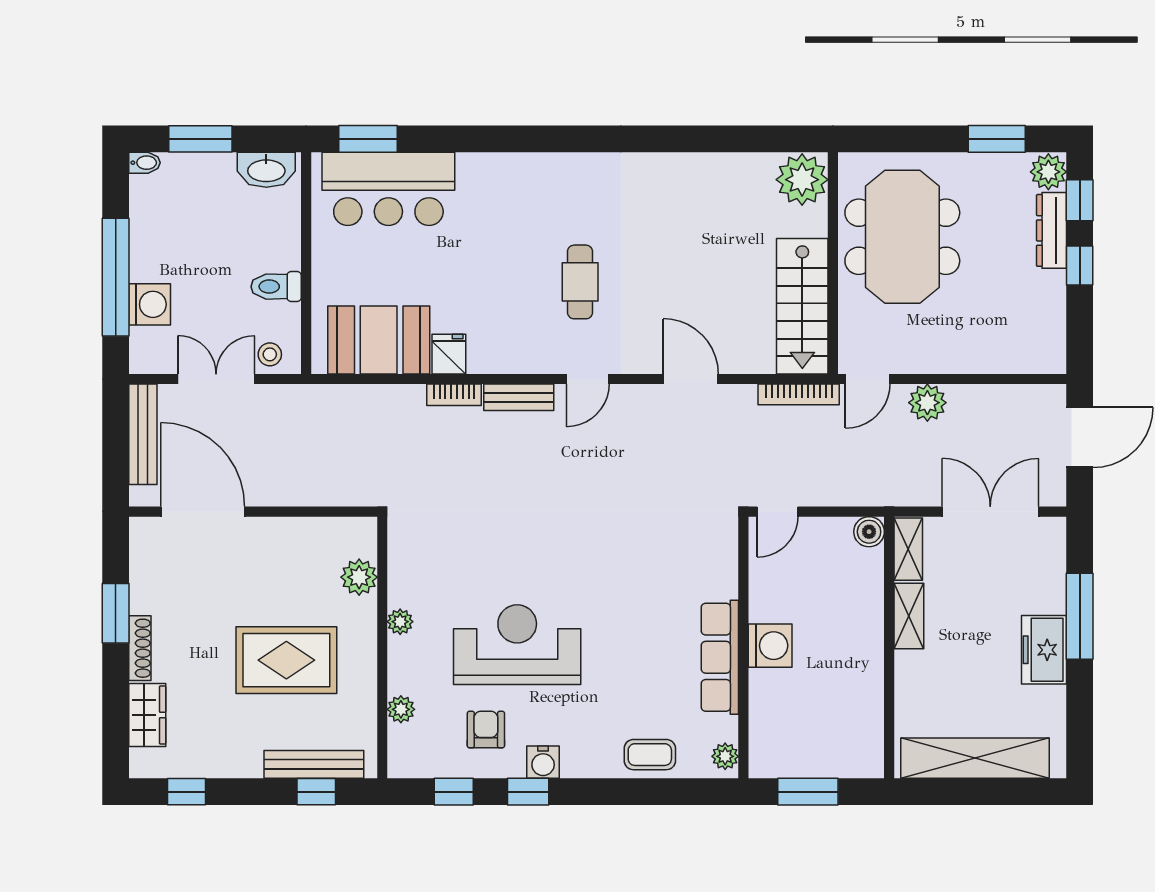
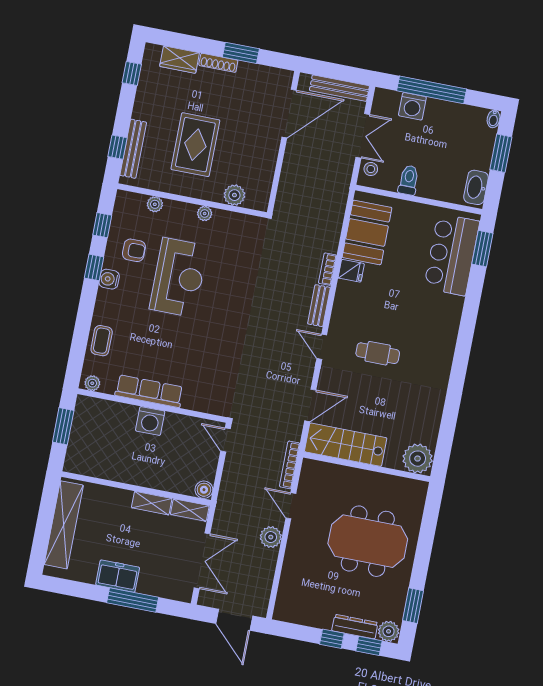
plant: (802, 180) -> (418, 459), moved
wall: (833, 263) -> (367, 467), moved
stairs: (802, 306) -> (346, 445), moved

